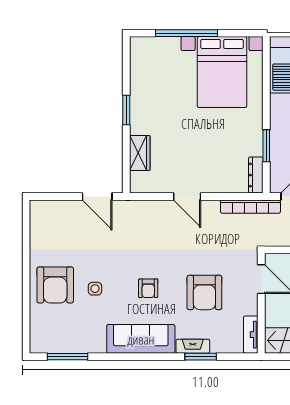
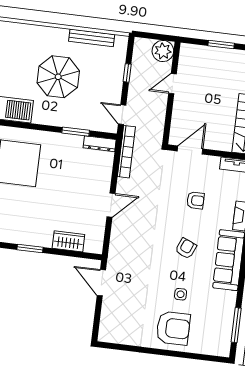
door: (97, 197) -> (101, 283), swing flipped
armchair: (148, 288) -> (186, 248), turned -67
armchair: (204, 293) -> (195, 200), width x0.53, depth x0.53

